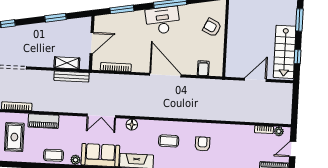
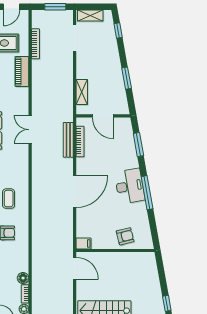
armchair: (212, 27) -> (125, 236), turned 50
filing cabinet: (203, 68) -> (84, 243), moved
bench: (72, 77) -> (68, 140), moved
door: (255, 80) -> (75, 268), moved
floor lamp: (132, 125) -> (23, 278), moved

